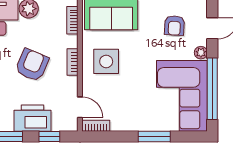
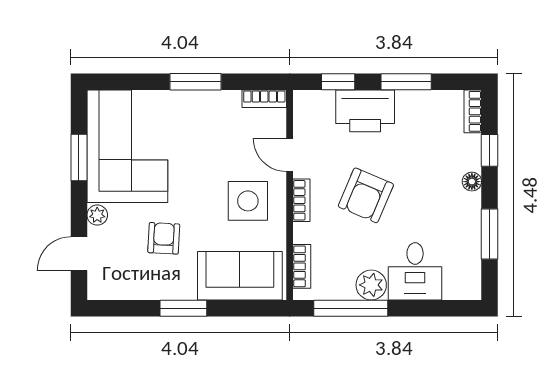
armchair: (174, 26) -> (164, 238), moved
window: (212, 89) -> (79, 157), width x0.47
door: (80, 107) -> (290, 155), moved
window: (154, 136) -> (195, 82), moved

